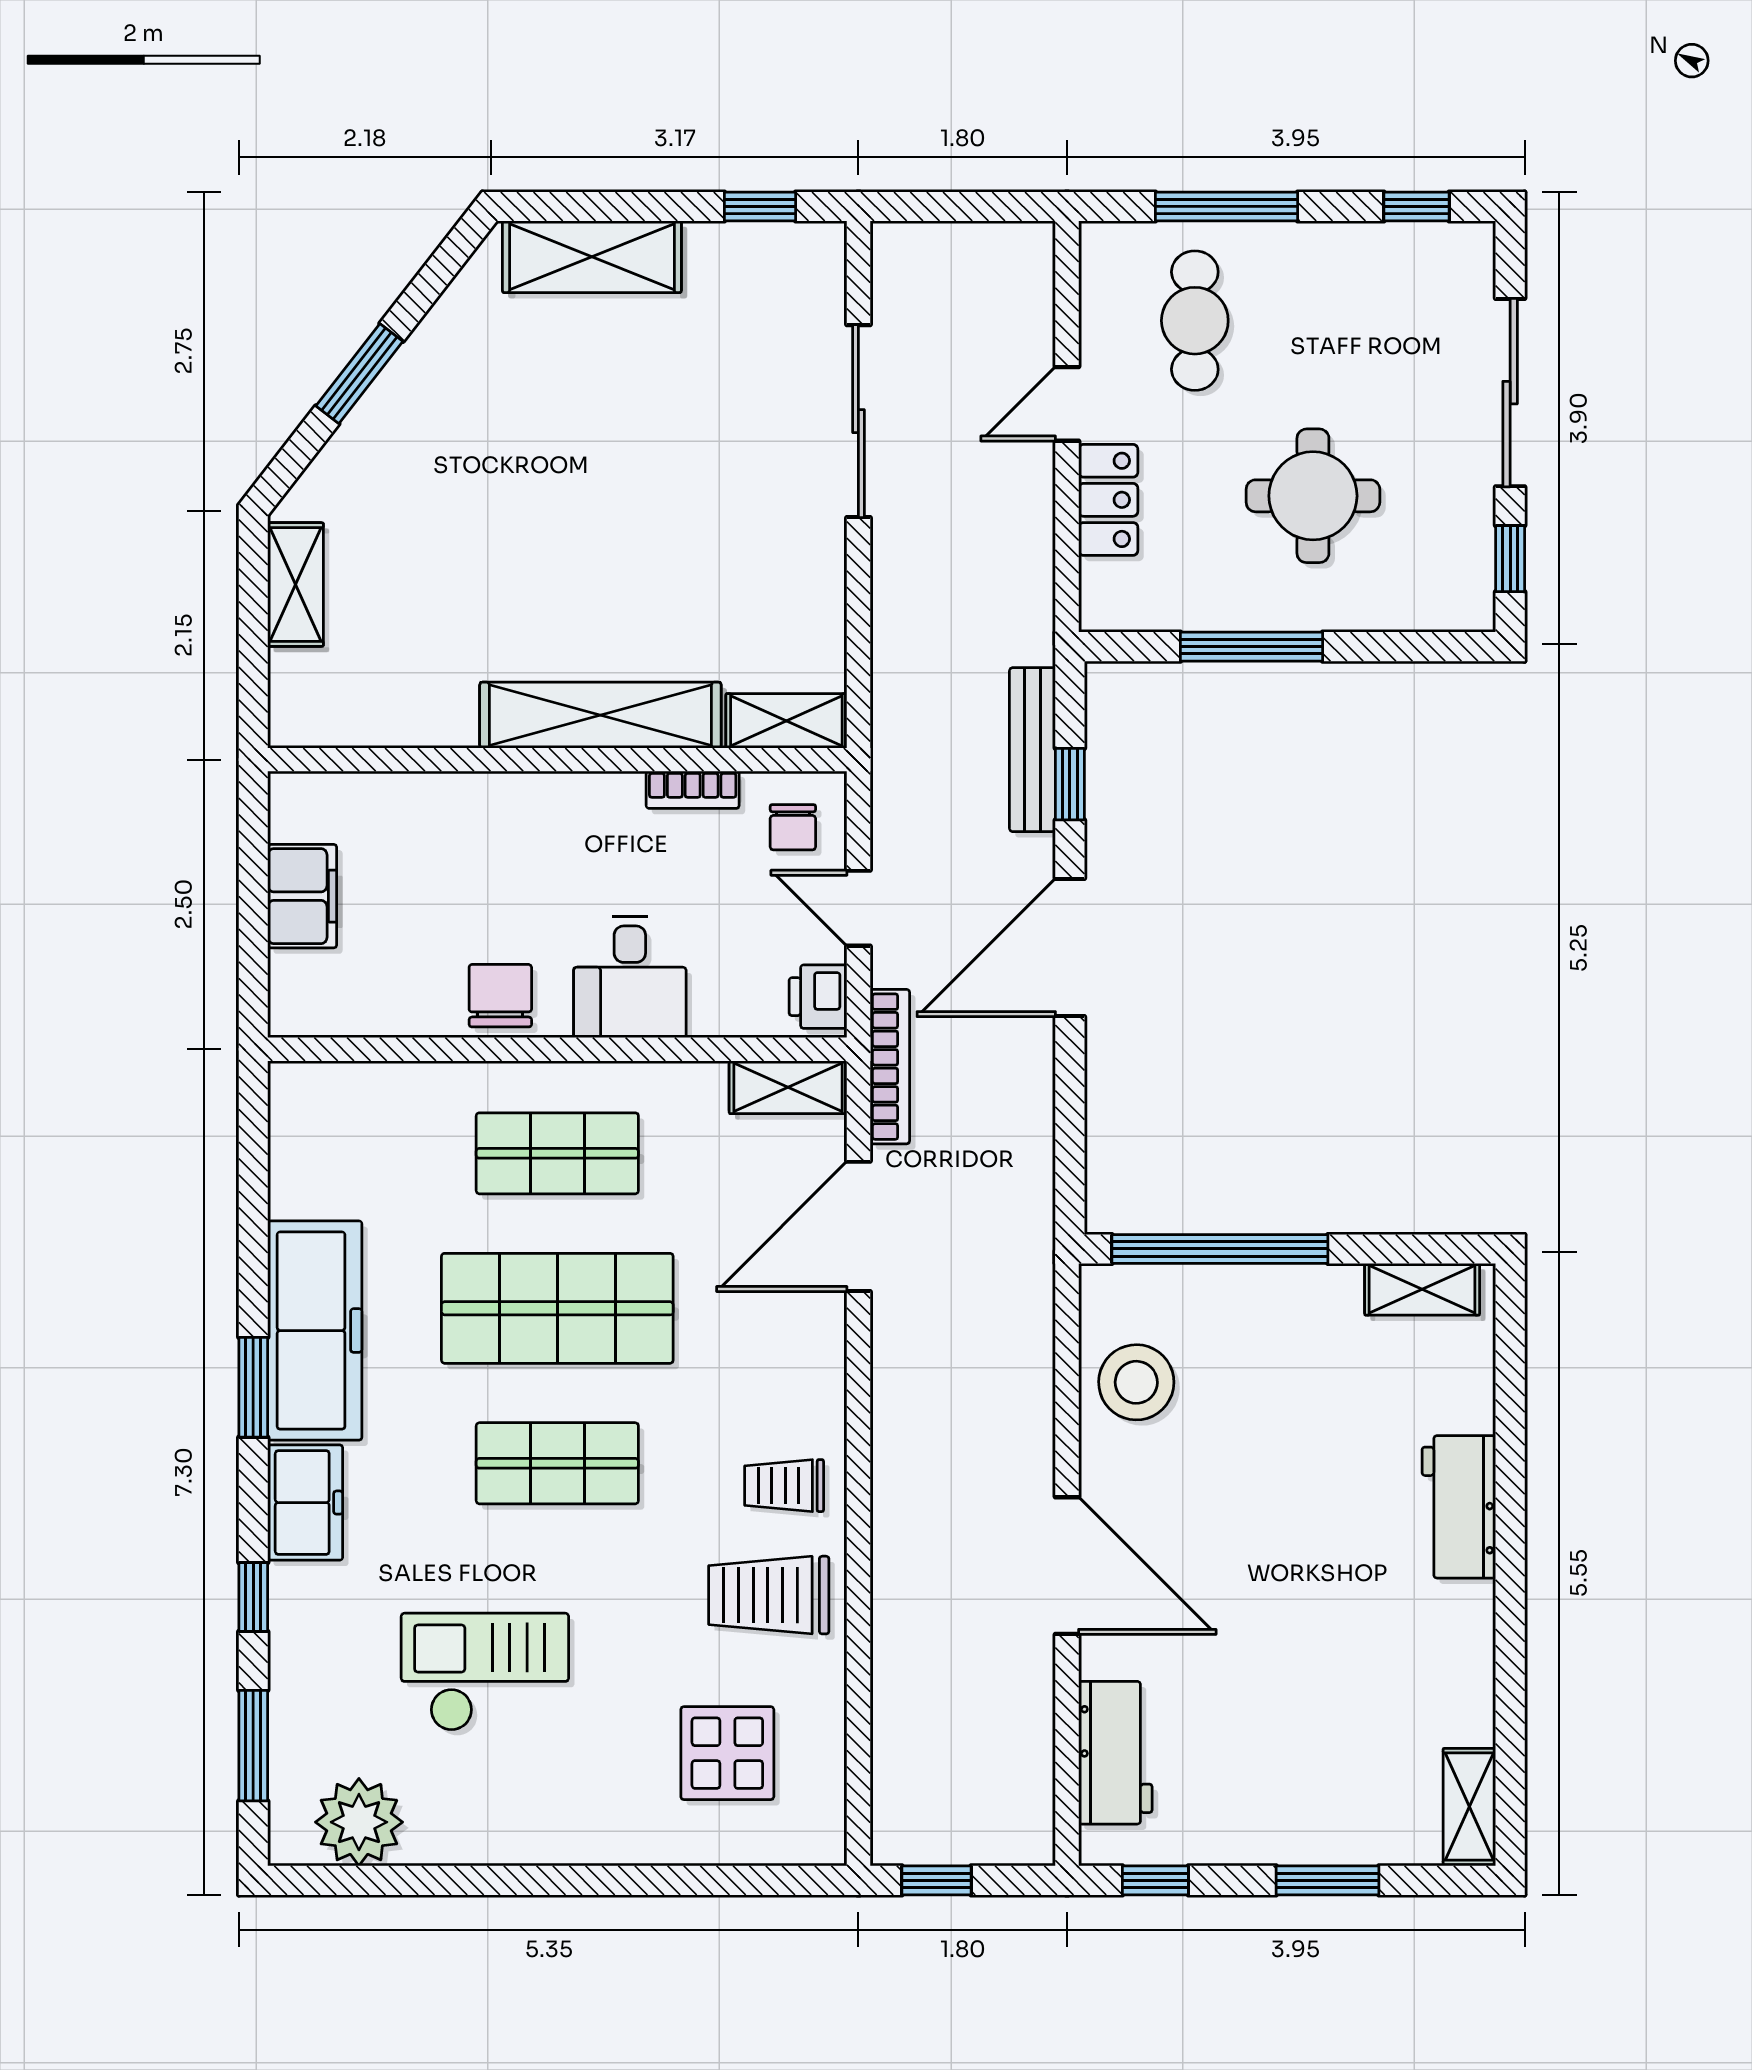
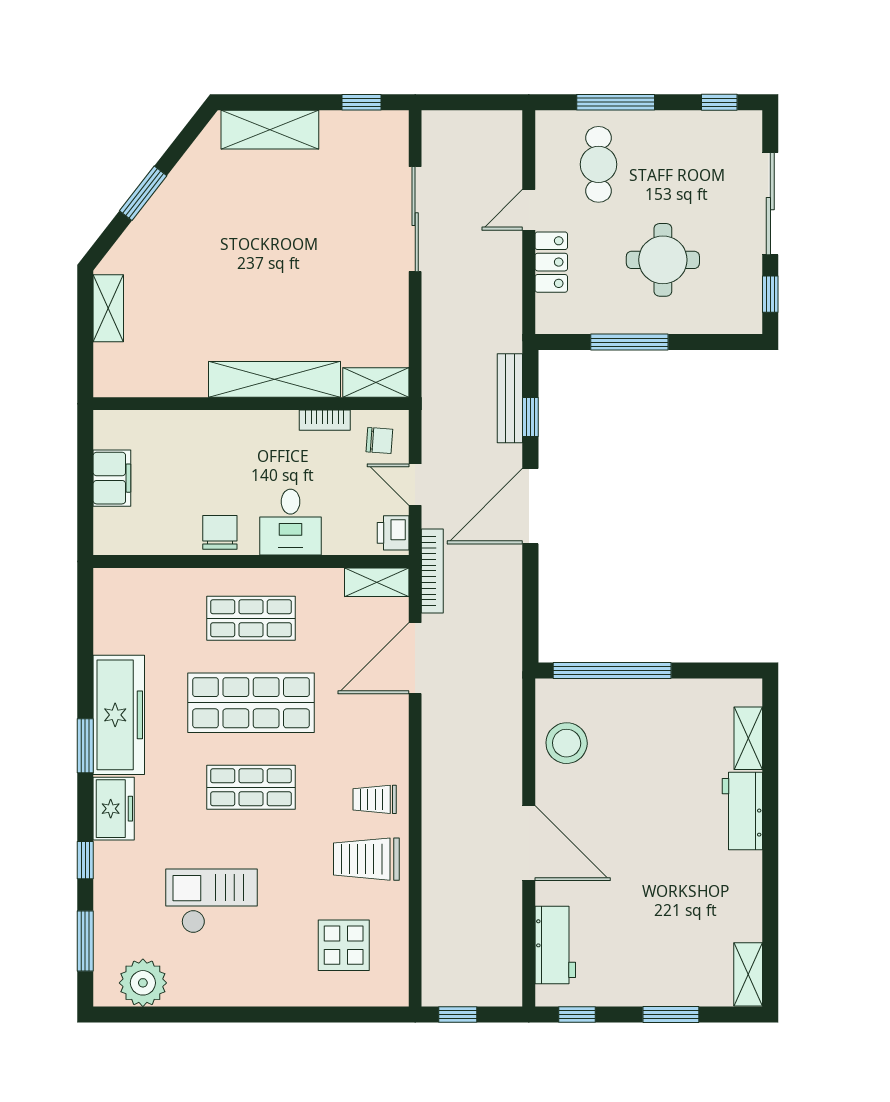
chair: (793, 827) -> (379, 441), turned -86
shelving: (1422, 1289) -> (748, 738), moved, turned 90

